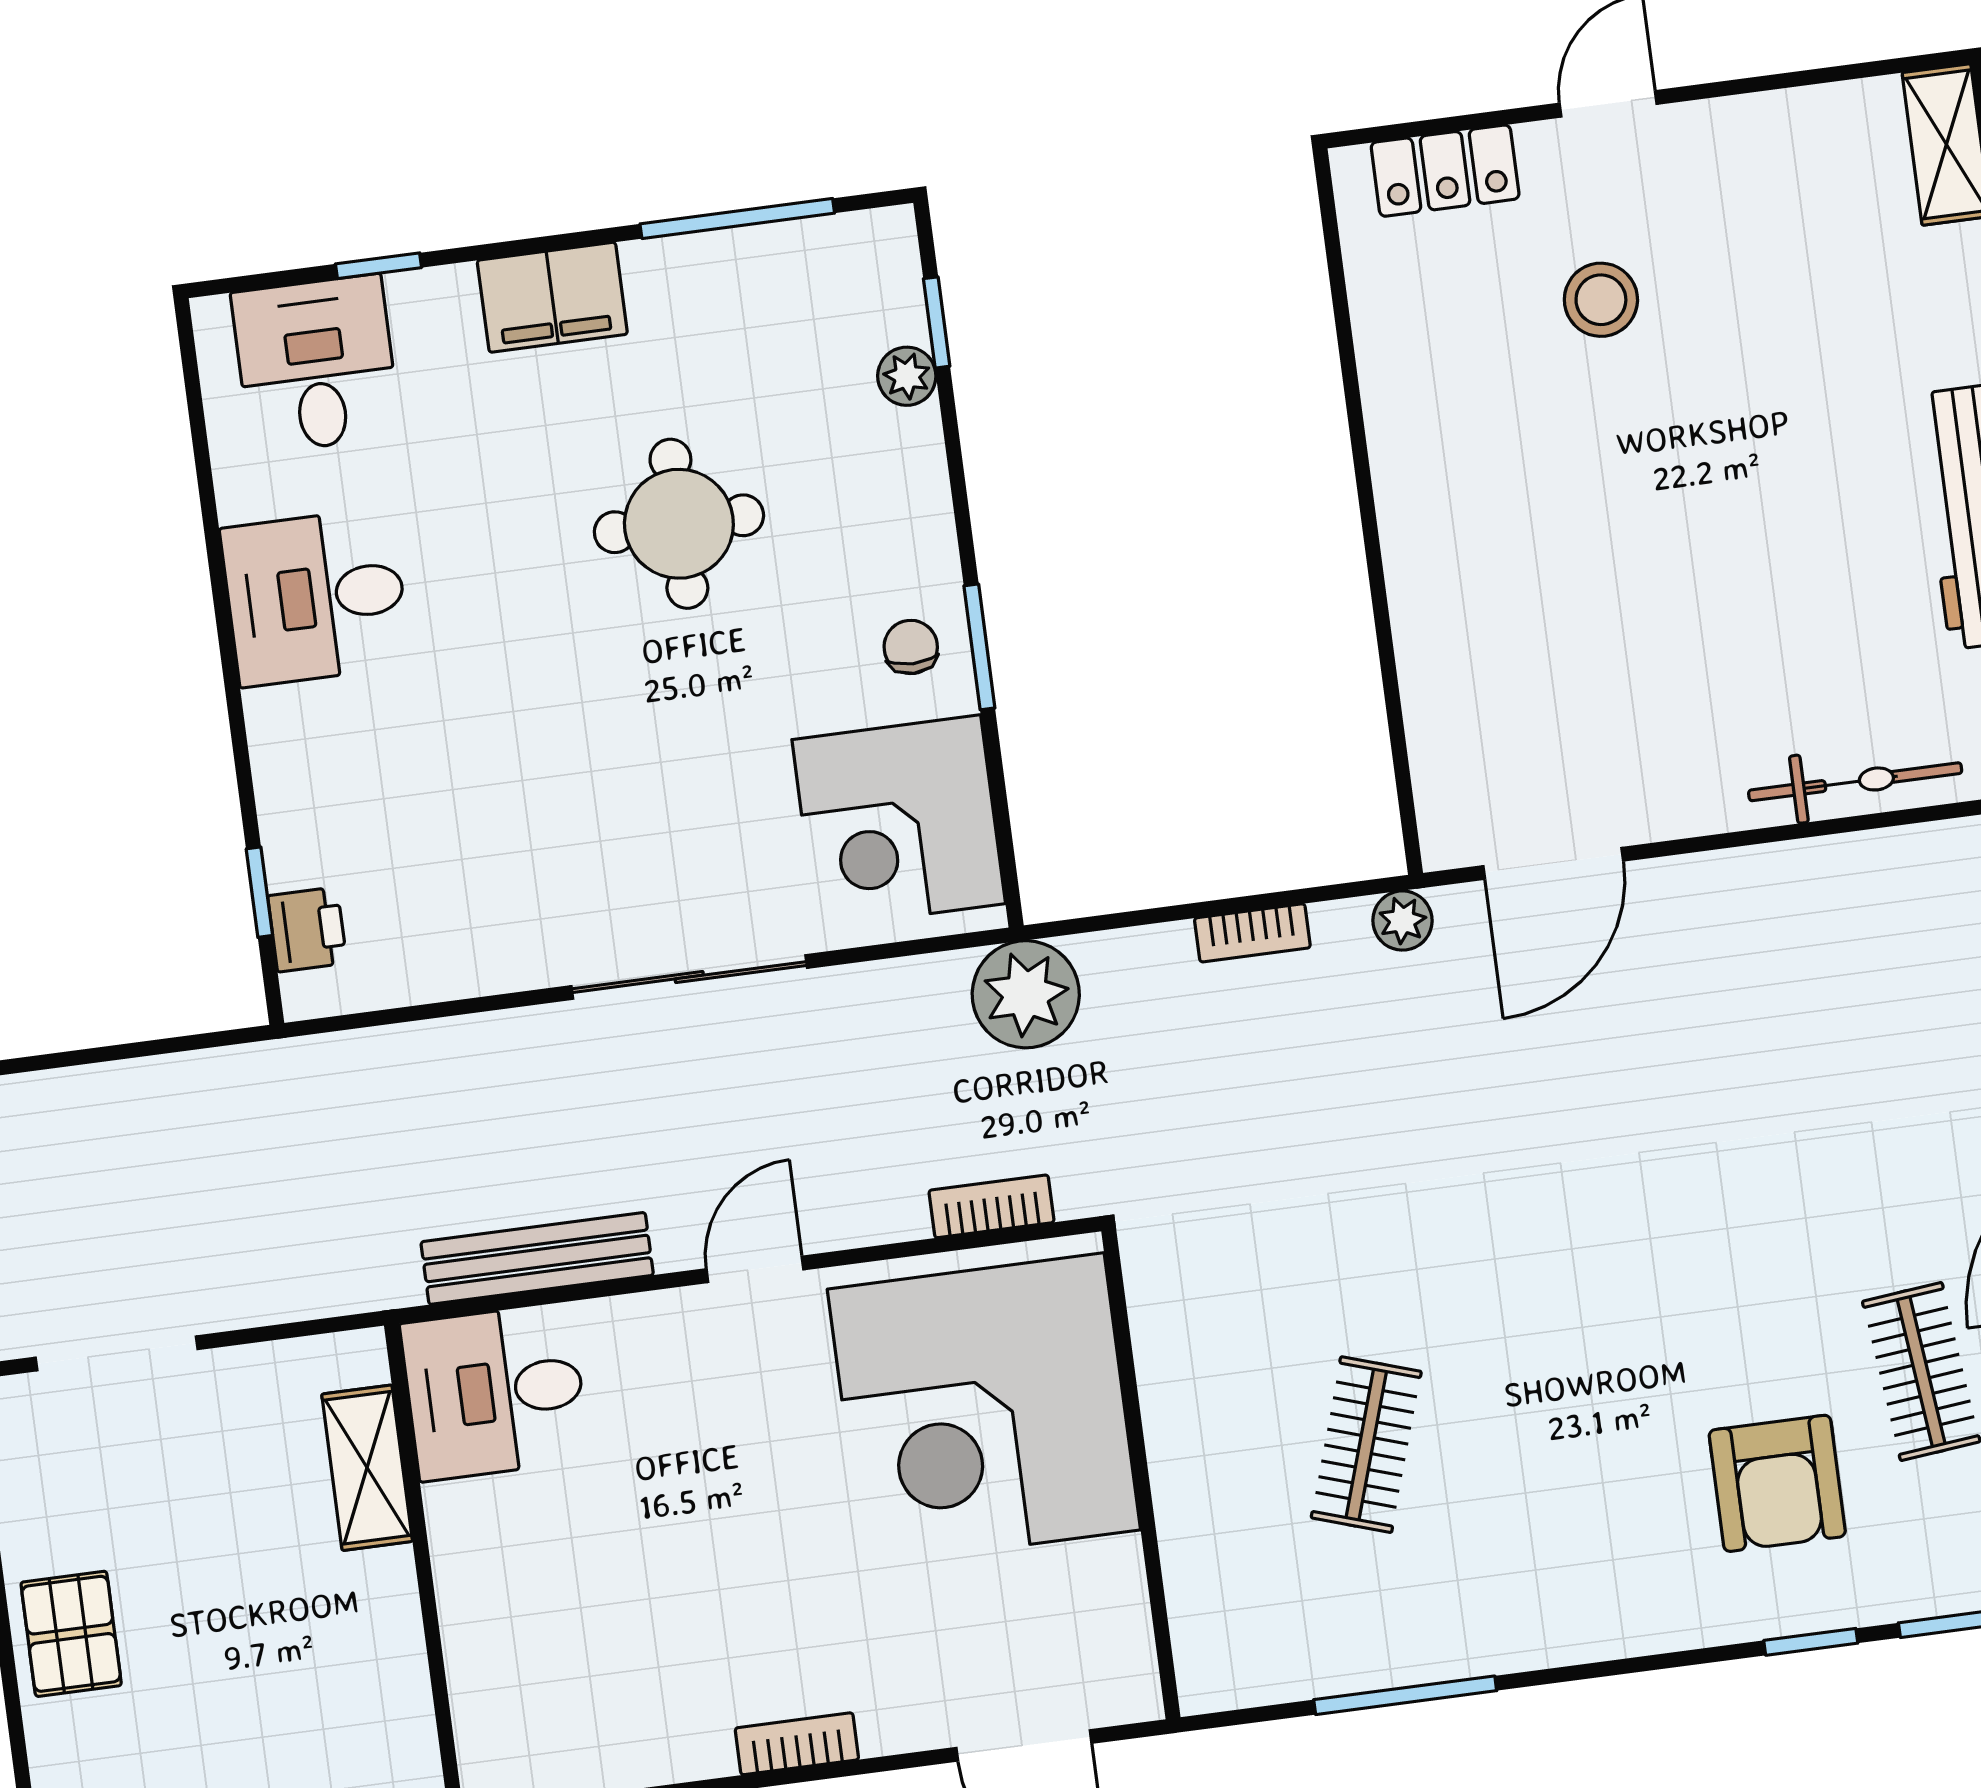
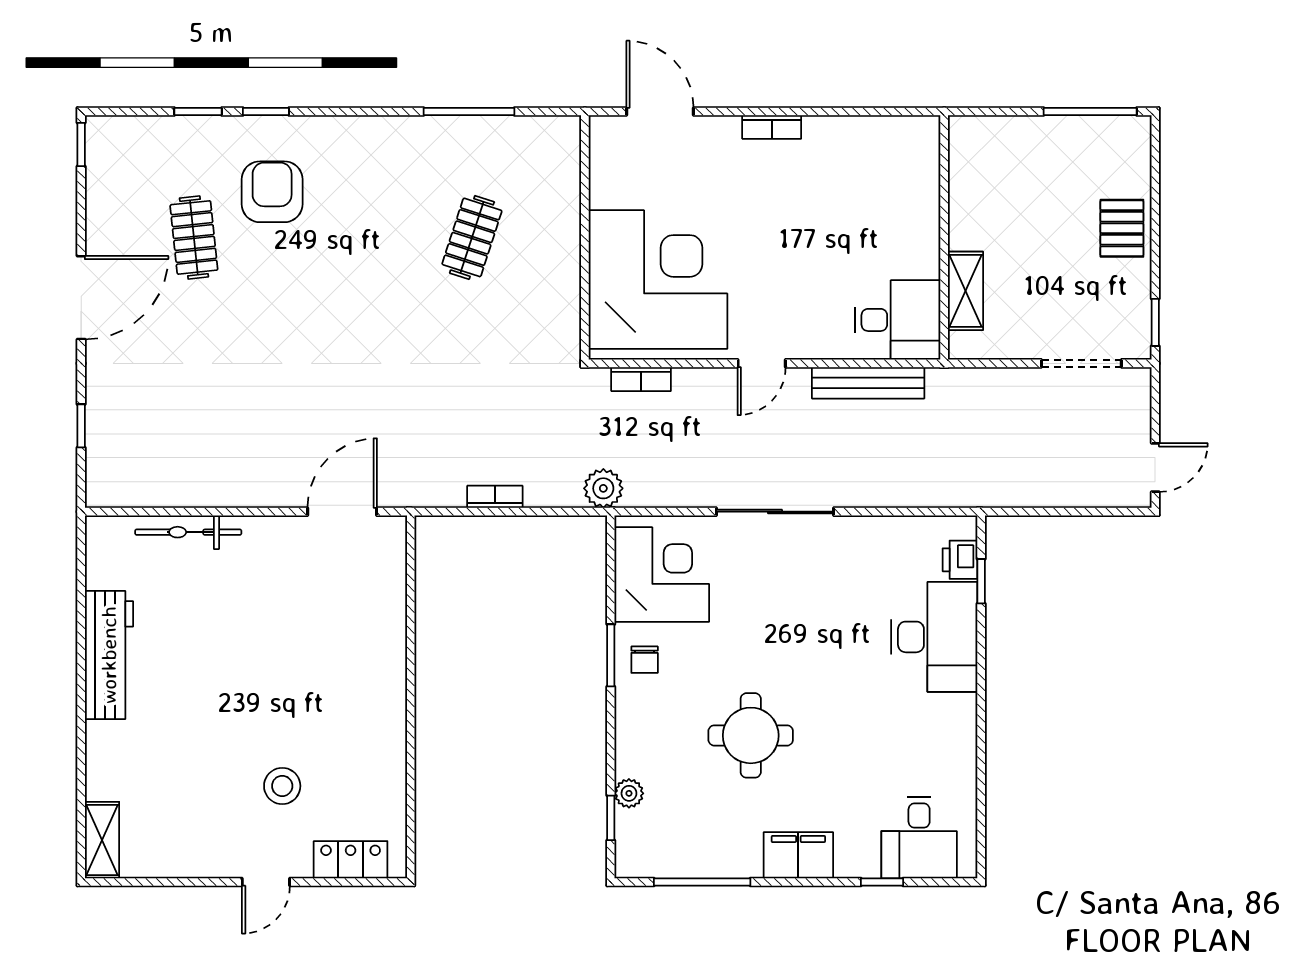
desk: (316, 597) -> (934, 637), moved, width x1.37
plant: (1402, 921) -> (420, 493), removed
plant: (1026, 994) -> (603, 488), width x0.73, depth x0.73

